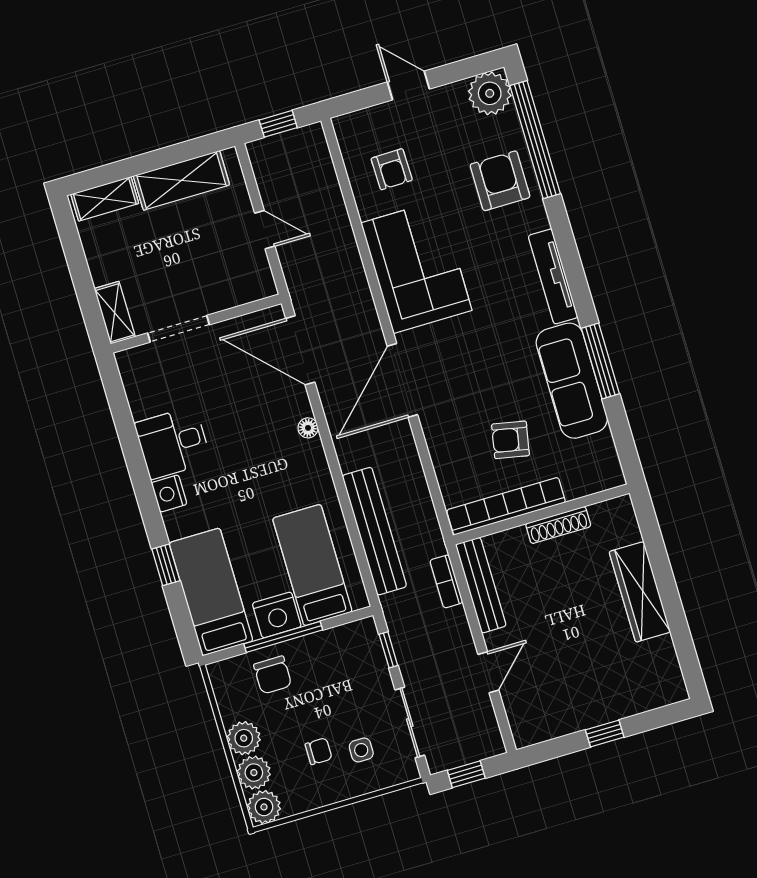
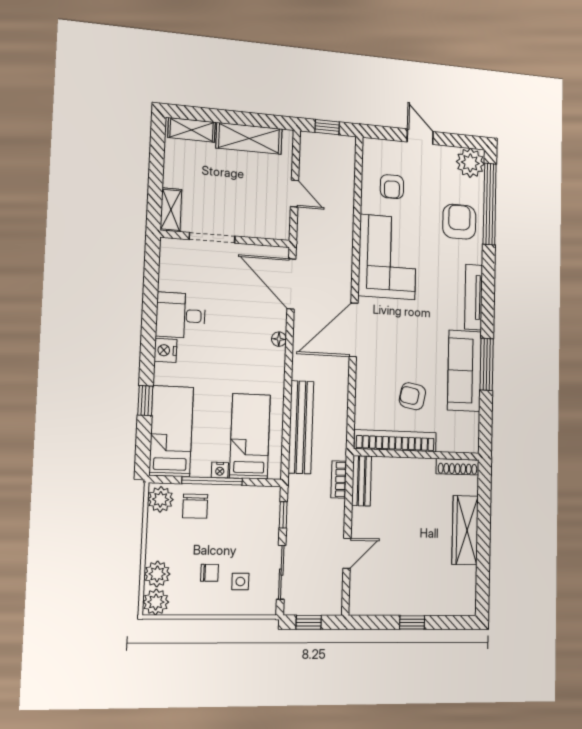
shoe rack: (558, 525) -> (458, 467), moved
bench: (481, 585) -> (362, 481), width x0.73
nightstand: (277, 615) -> (220, 470), width x0.53, depth x0.56
plant: (244, 738) -> (161, 499), moved

